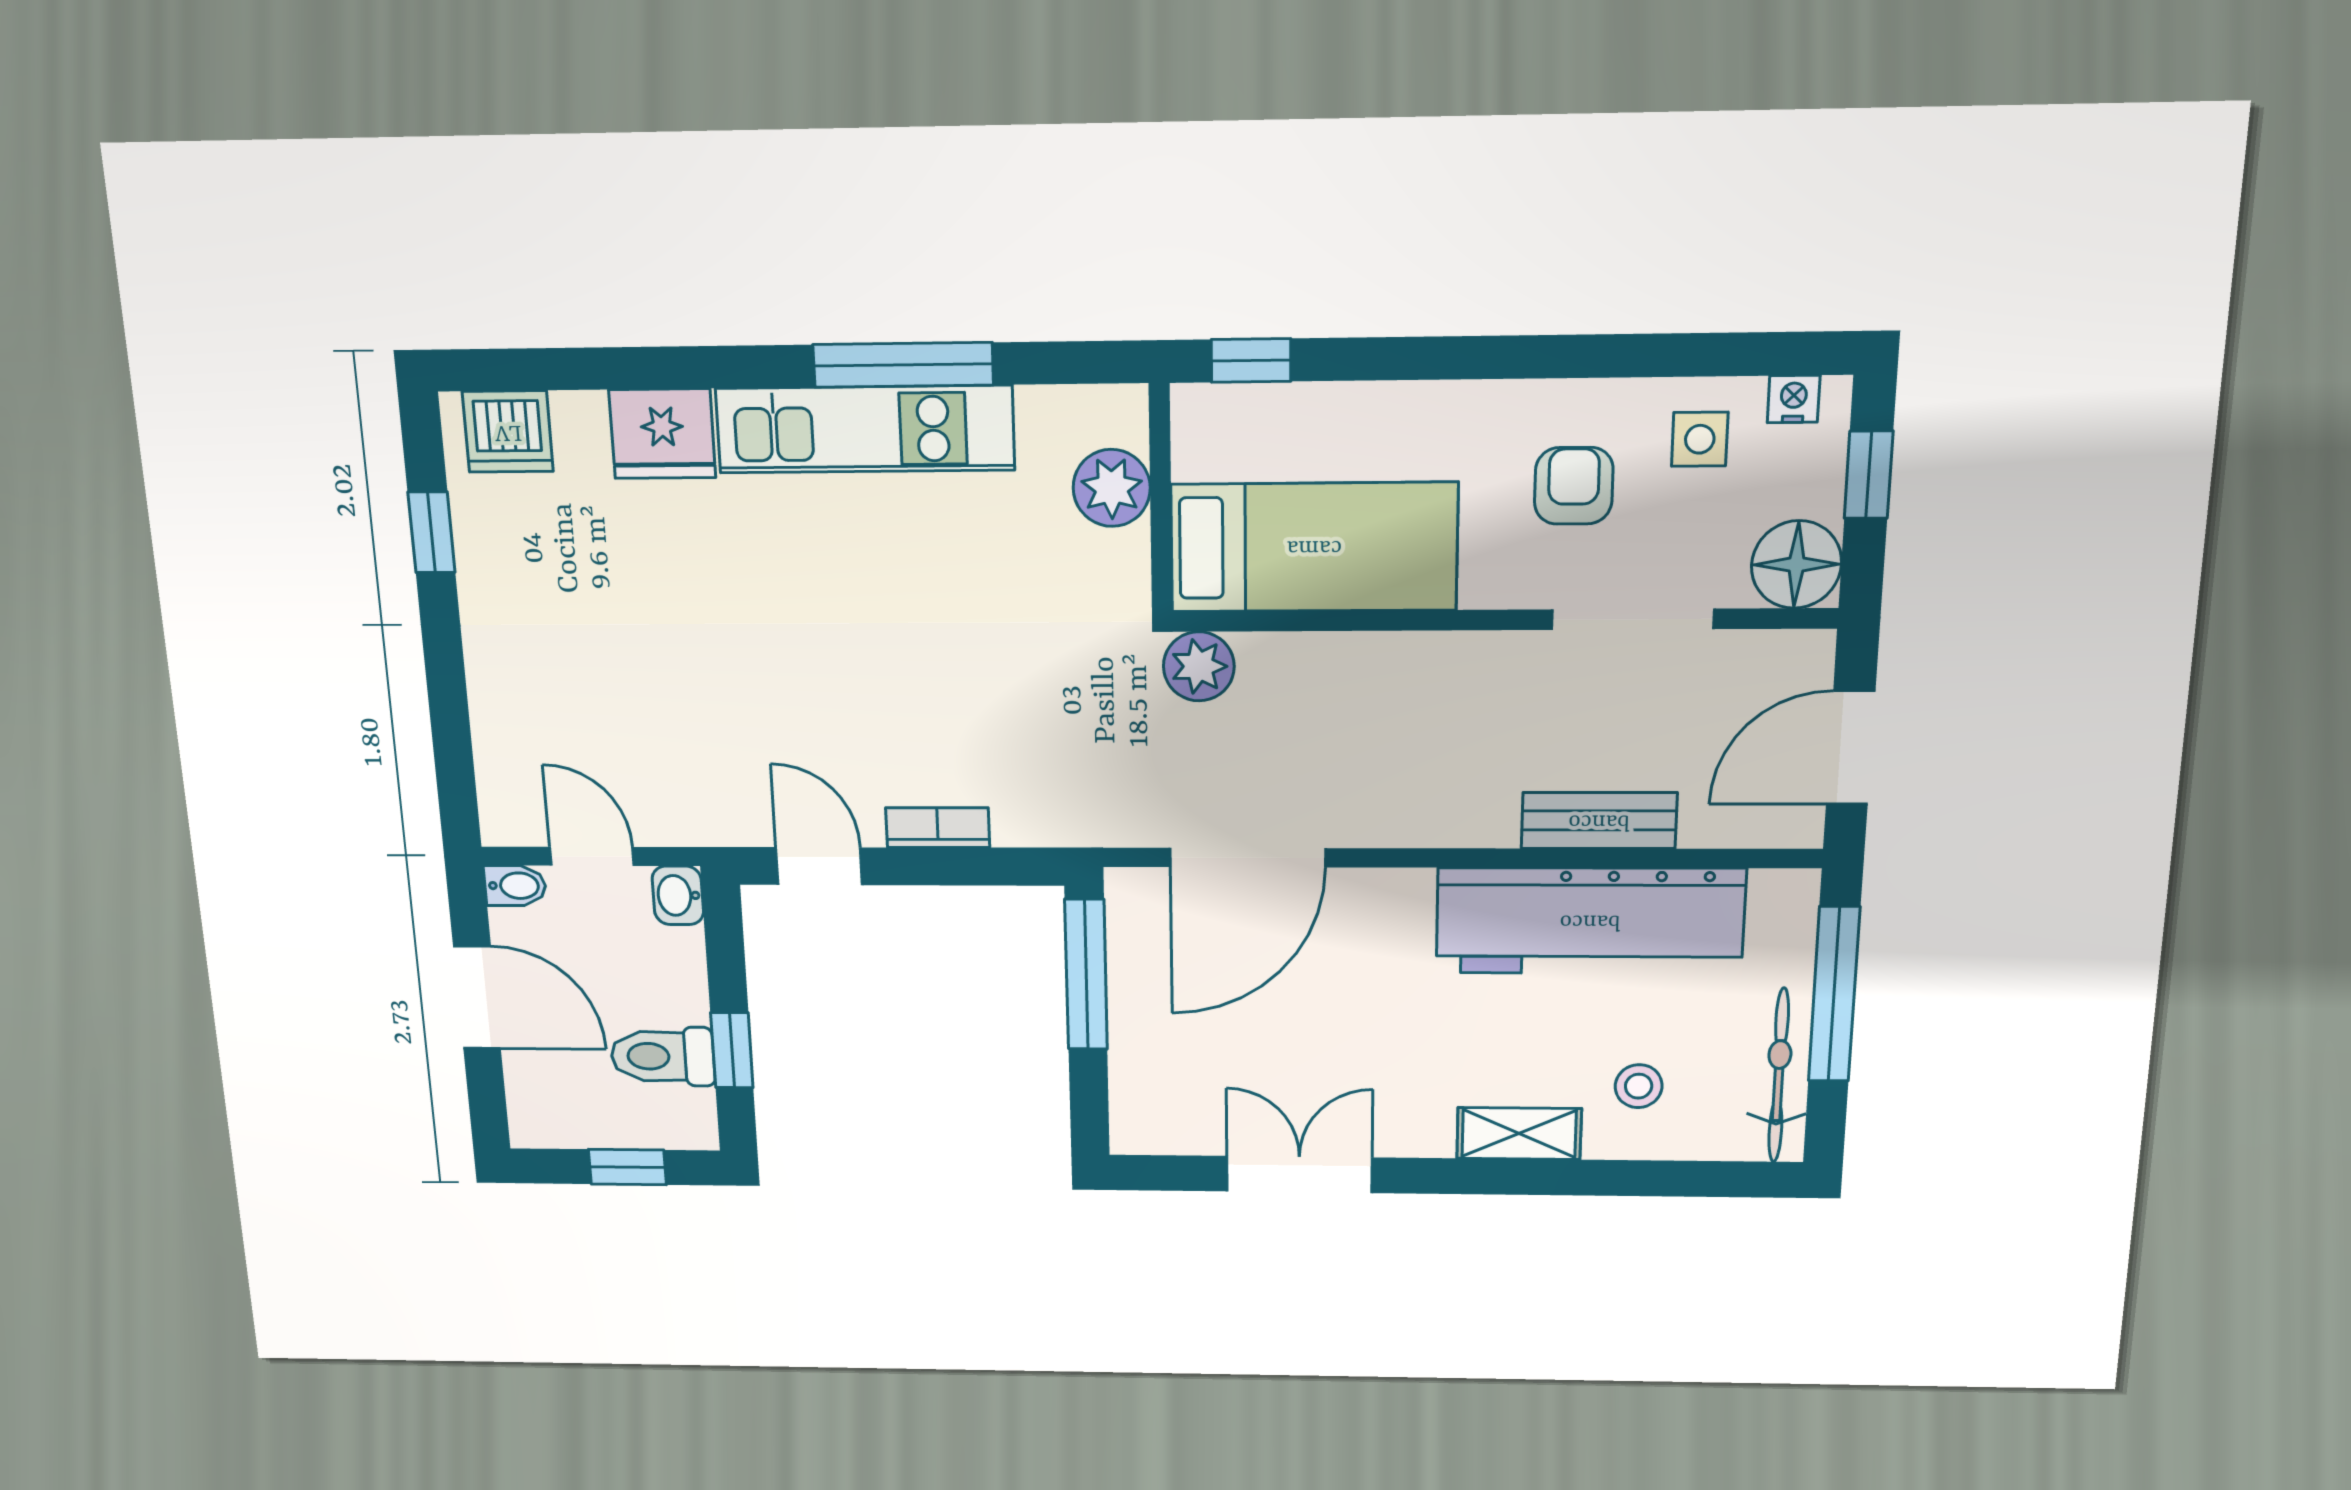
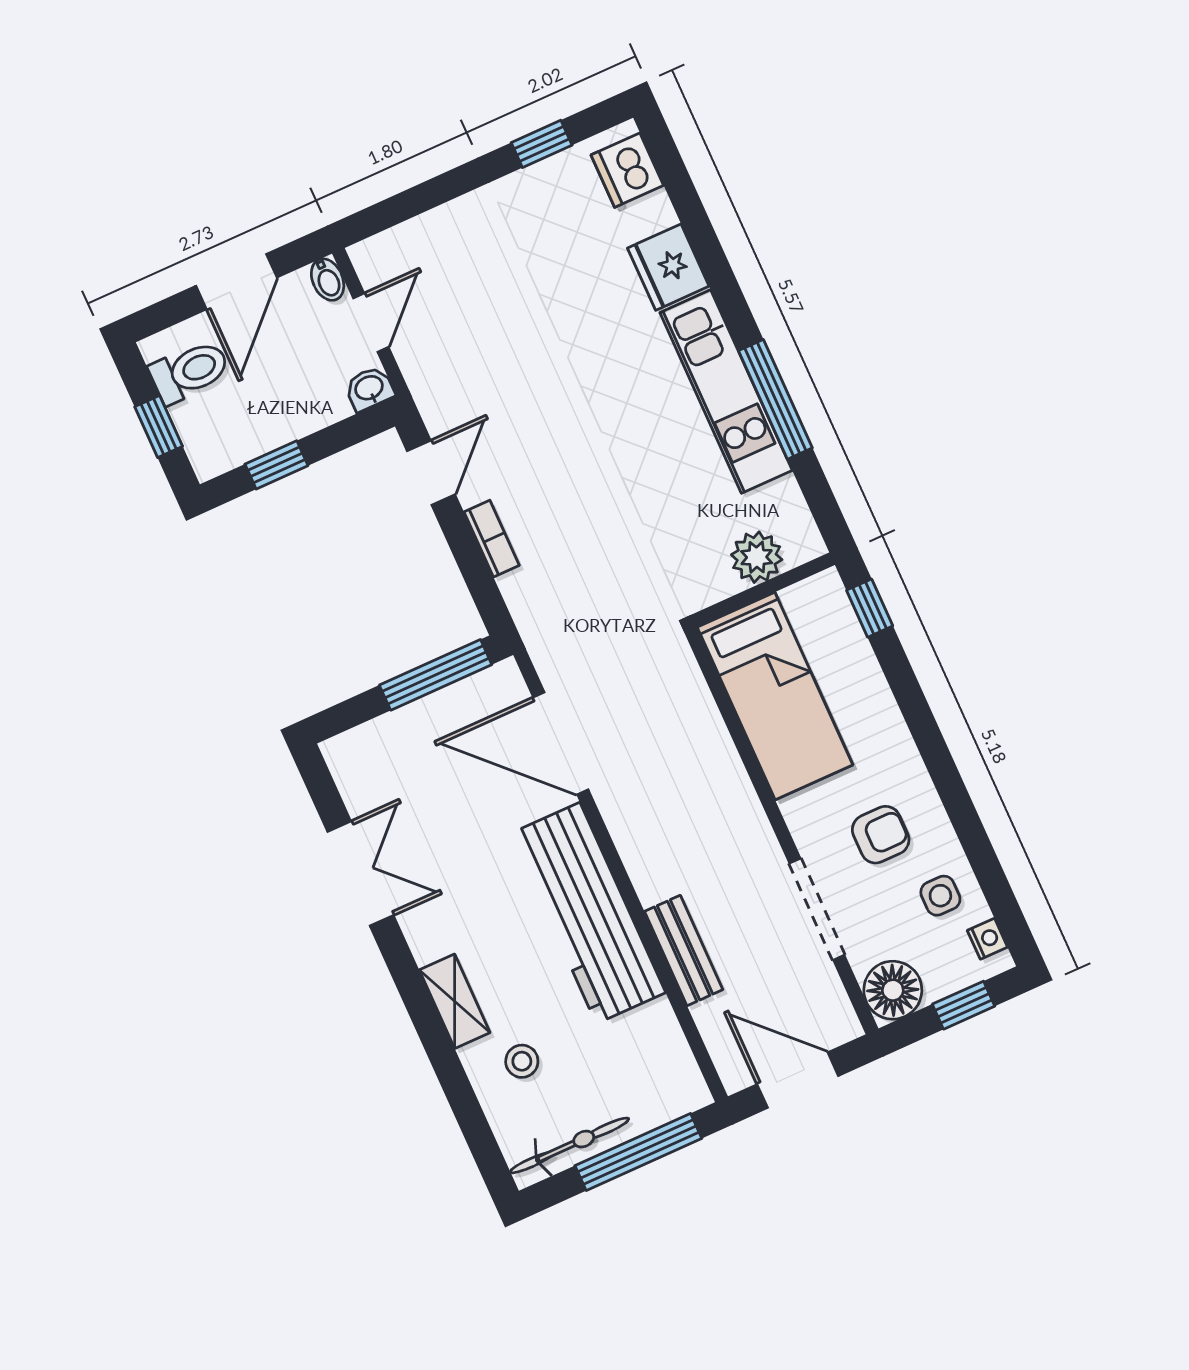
plant: (1199, 666) -> (670, 659), removed
workbench: (1590, 921) -> (588, 913), moved
toilet: (663, 1056) -> (190, 372), moved, turned 90

